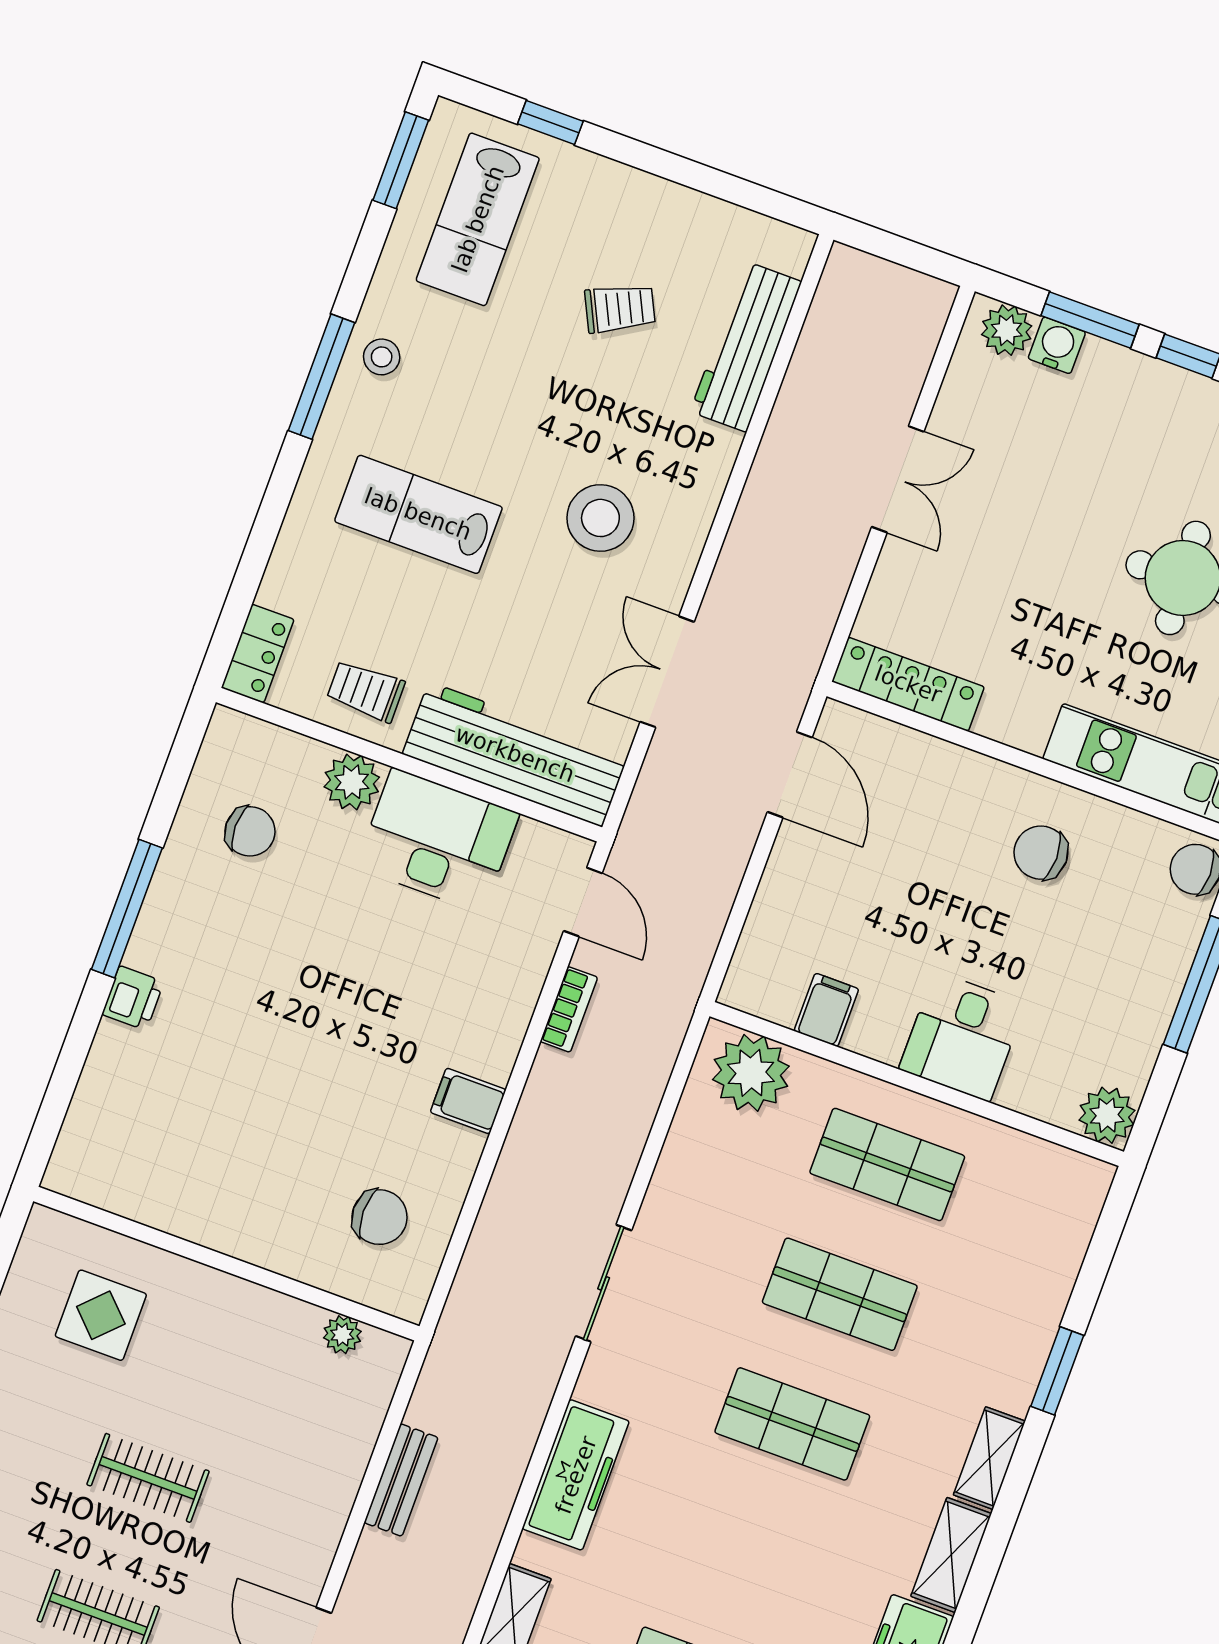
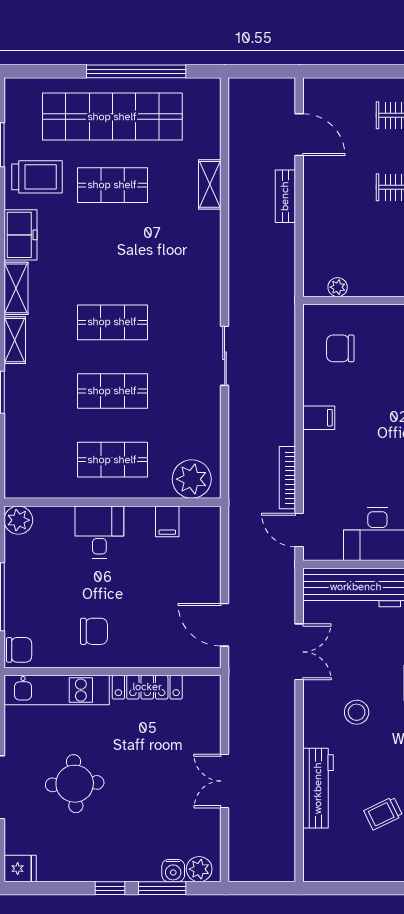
workbench: (746, 347) -> (318, 788), moved
stool: (600, 518) -> (357, 712), width x0.73, depth x0.73
locker: (908, 684) -> (147, 687), moved
bookcase: (569, 1009) -> (287, 478), width x1.56
freezer: (576, 1475) -> (205, 262), removed
bench: (401, 1480) -> (285, 196), moved

